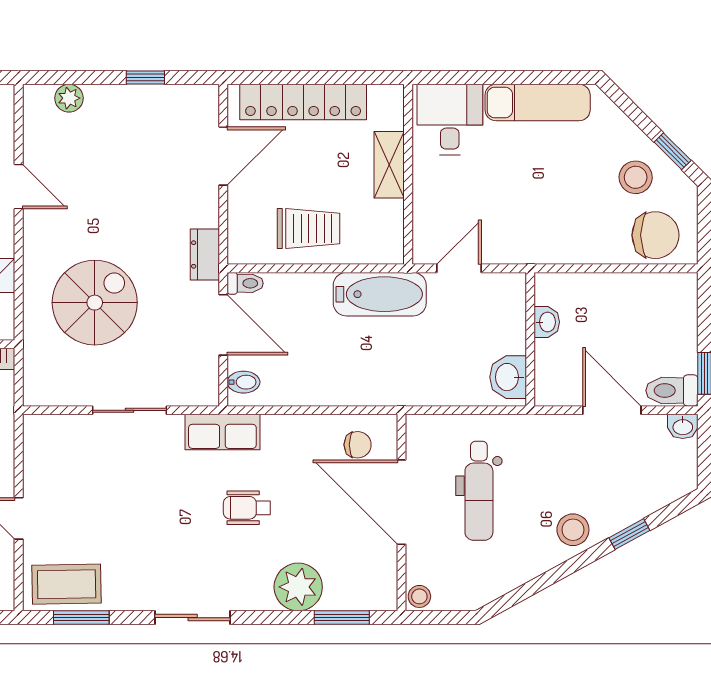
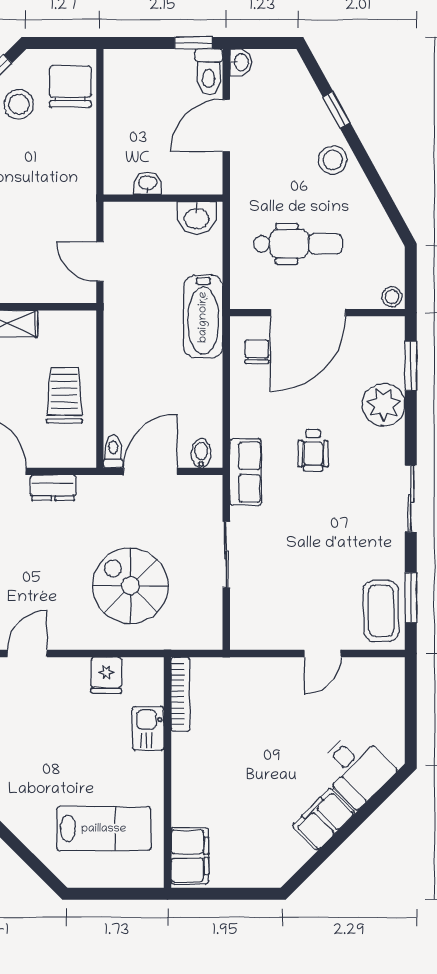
dresser: (205, 254) -> (53, 488), moved
bathtub: (380, 294) -> (203, 317), moved, turned 180

